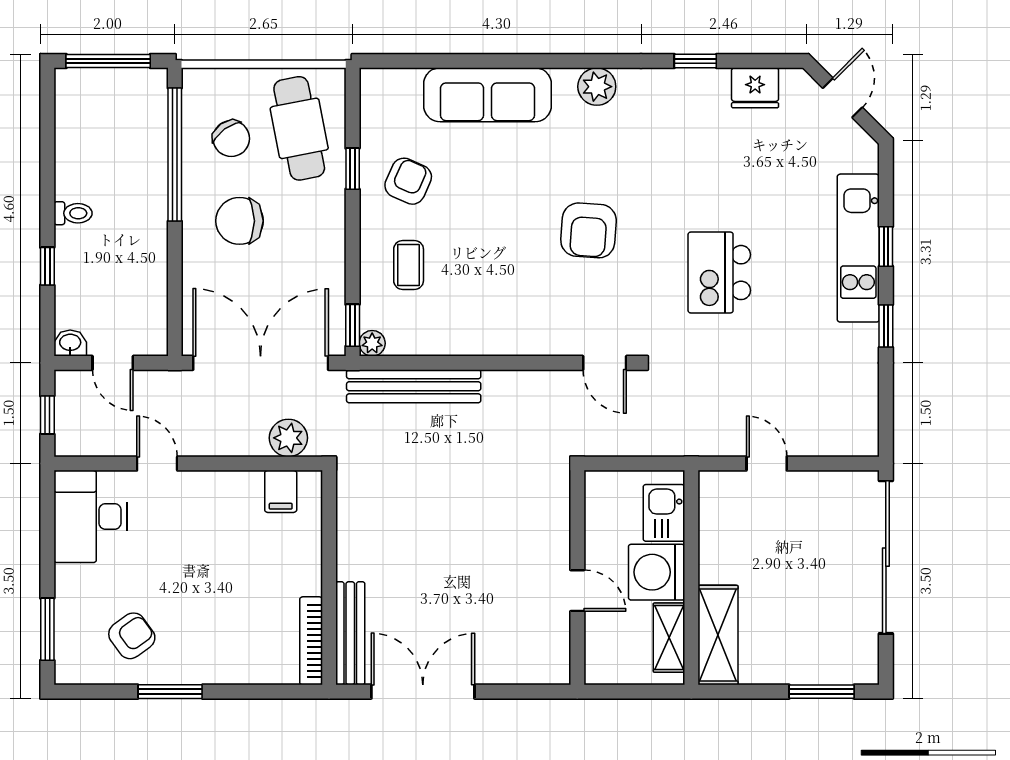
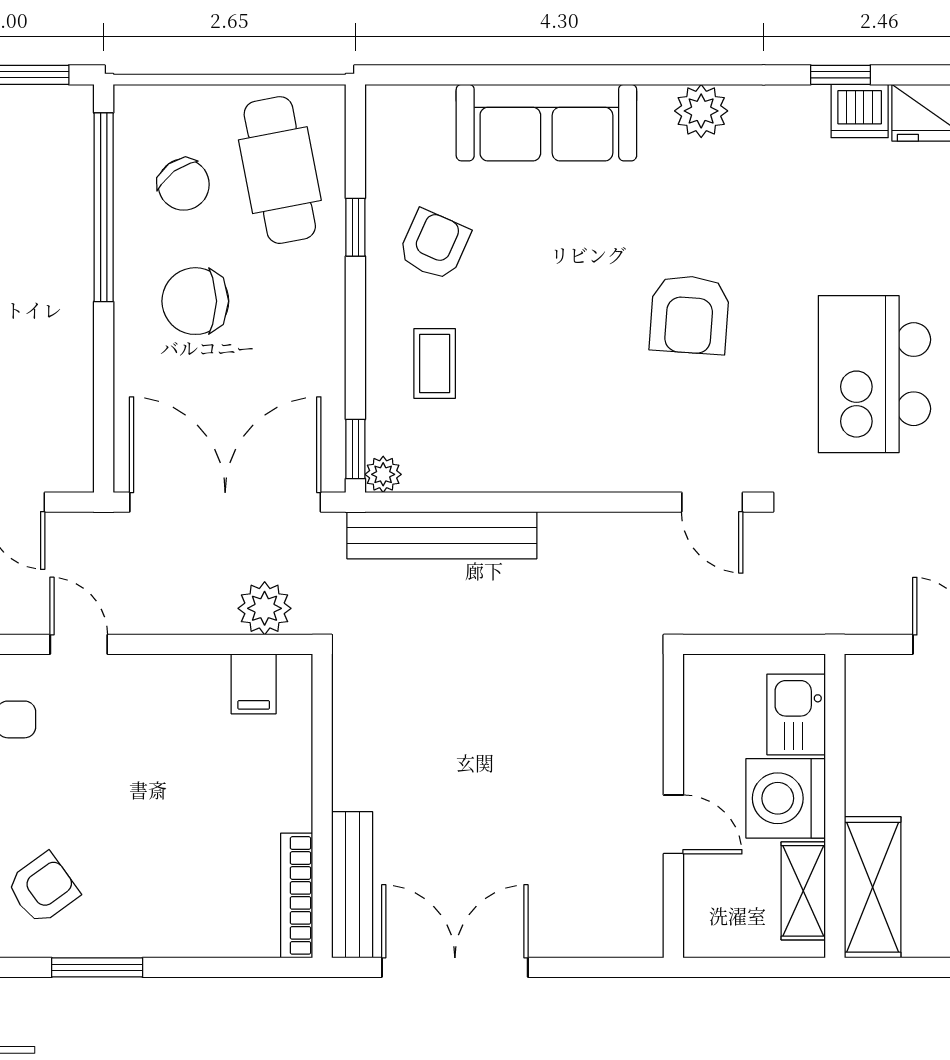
dishwasher: (709, 87) -> (860, 111), added
kitchen island: (719, 273) -> (874, 374), width x1.37, depth x1.28

